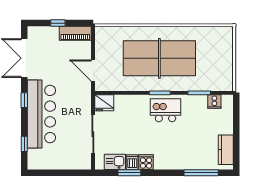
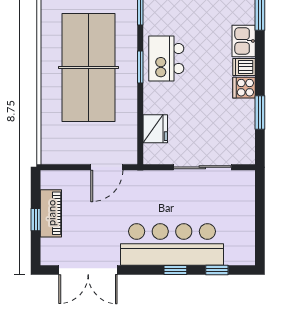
piano: (75, 33) -> (51, 213), moved
window: (24, 100) -> (175, 270), moved
fridge: (104, 103) -> (155, 129), moved
kitchen sink: (115, 162) -> (244, 41), moved
dishwasher: (132, 162) -> (244, 67), moved

